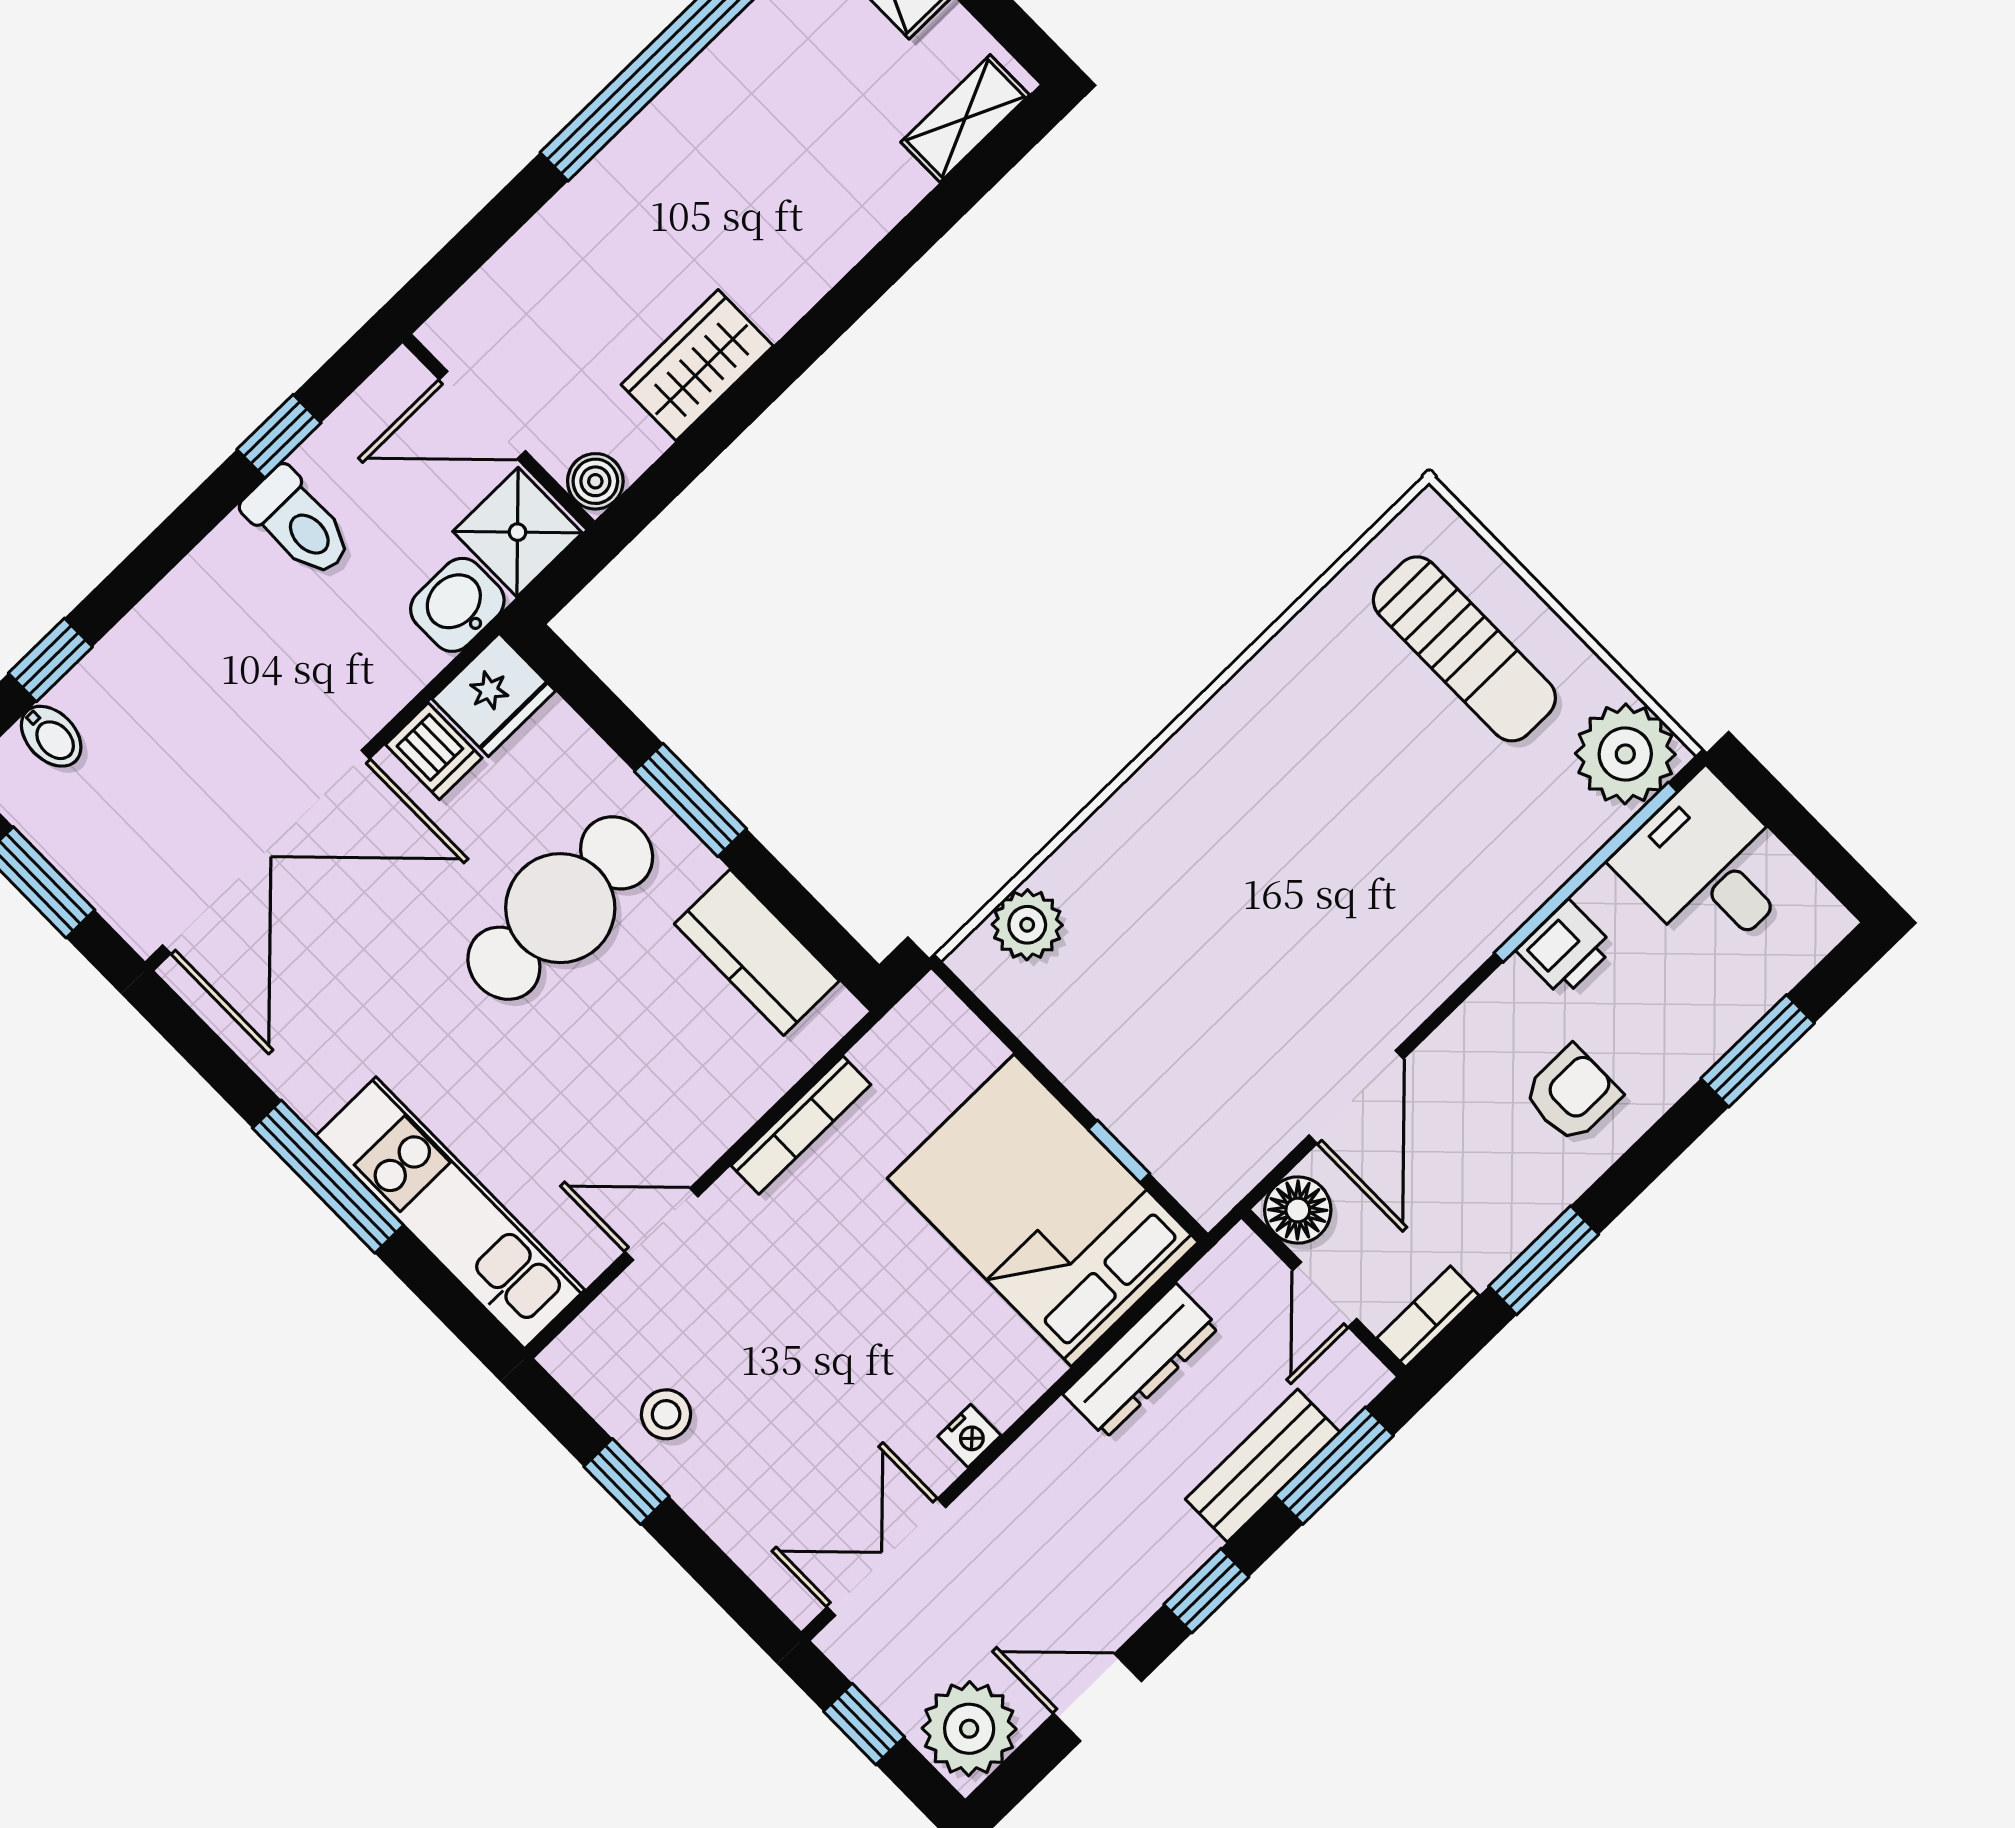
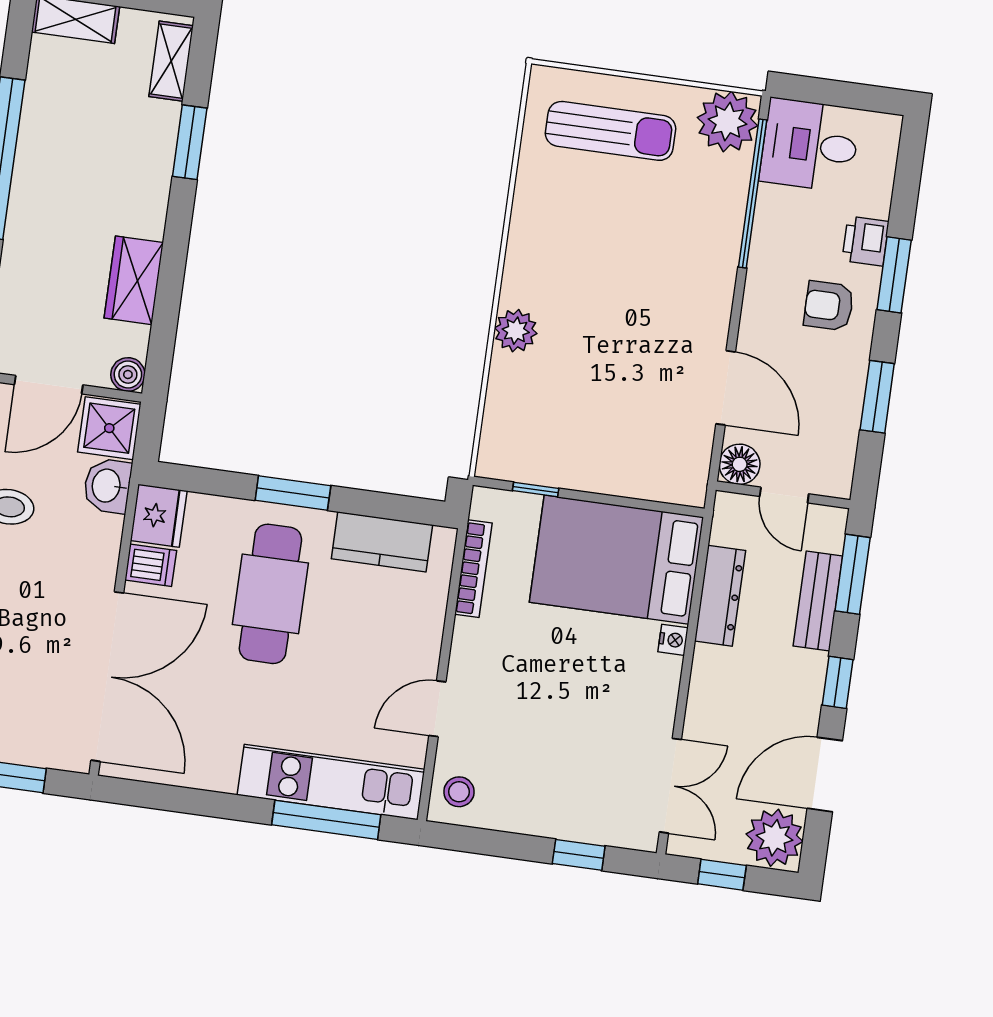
window: (908, 242) -> (190, 142), added
plant: (1027, 925) -> (516, 331), moved
printer: (1566, 949) -> (866, 241), moved, turned 180
window: (1758, 1051) -> (894, 275), moved
armchair: (1572, 1094) -> (829, 306), turned -90
bookcase: (801, 1125) -> (473, 569), moved
window: (1119, 1151) -> (536, 489), moved
window: (328, 1177) -> (326, 820), moved
bookcase: (1428, 1317) -> (842, 467), removed
stool: (666, 1414) -> (459, 792), moved
nightstand: (969, 1436) -> (673, 640), moved
window: (626, 1481) -> (579, 855), moved
double door: (886, 1557) -> (670, 786), swing flipped
door: (1097, 1697) -> (825, 775), width x1.38

